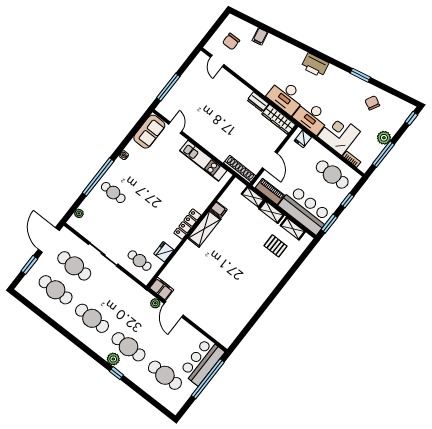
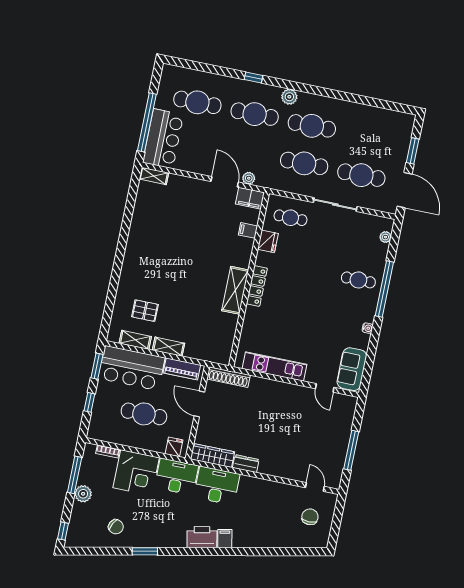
filing cabinet: (260, 36) -> (225, 539), moved
window: (168, 87) -> (351, 450), moved
cafe table: (332, 175) -> (144, 414), moved
shelving: (253, 197) -> (154, 176), moved
filing cabinet: (219, 209) -> (248, 230), moved
cafe table: (56, 290) -> (304, 163), moved
plant: (113, 359) -> (289, 97), moved

